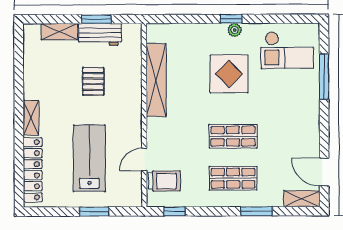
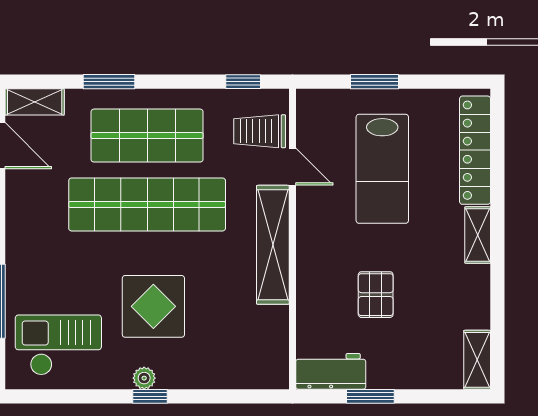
shelving: (59, 32) -> (477, 360), moved, turned 90
workbench: (100, 34) -> (331, 371), moved
shelving: (156, 80) -> (273, 245), moved
shop shelf: (233, 136) -> (147, 204), width x2.00, depth x1.36
door: (144, 159) -> (292, 167), hinge flipped
shop shelf: (233, 178) -> (147, 136), width x1.43, depth x1.36

